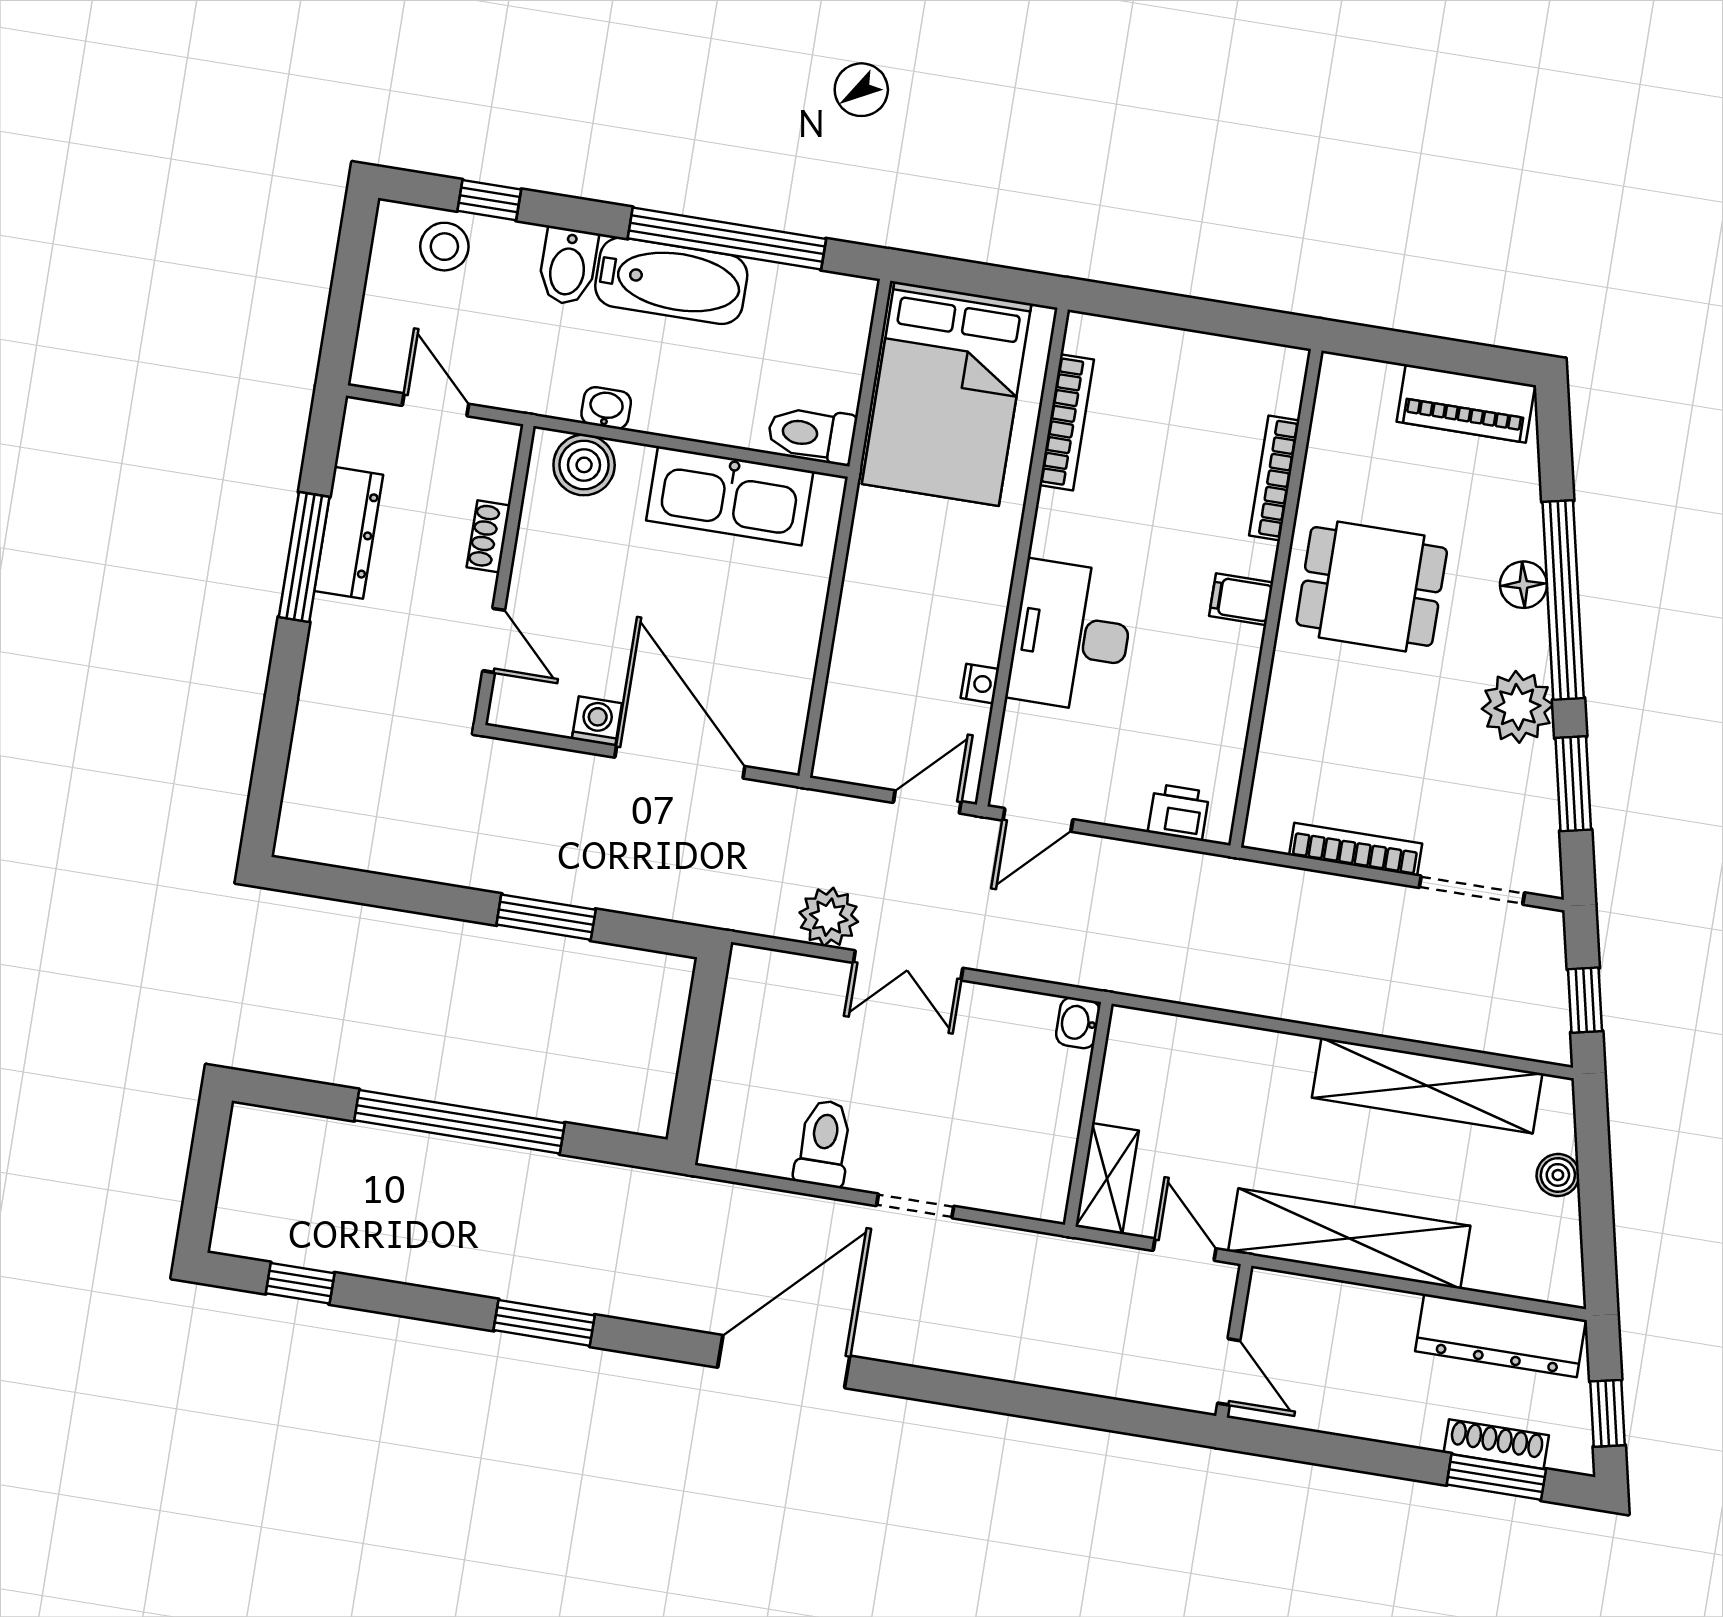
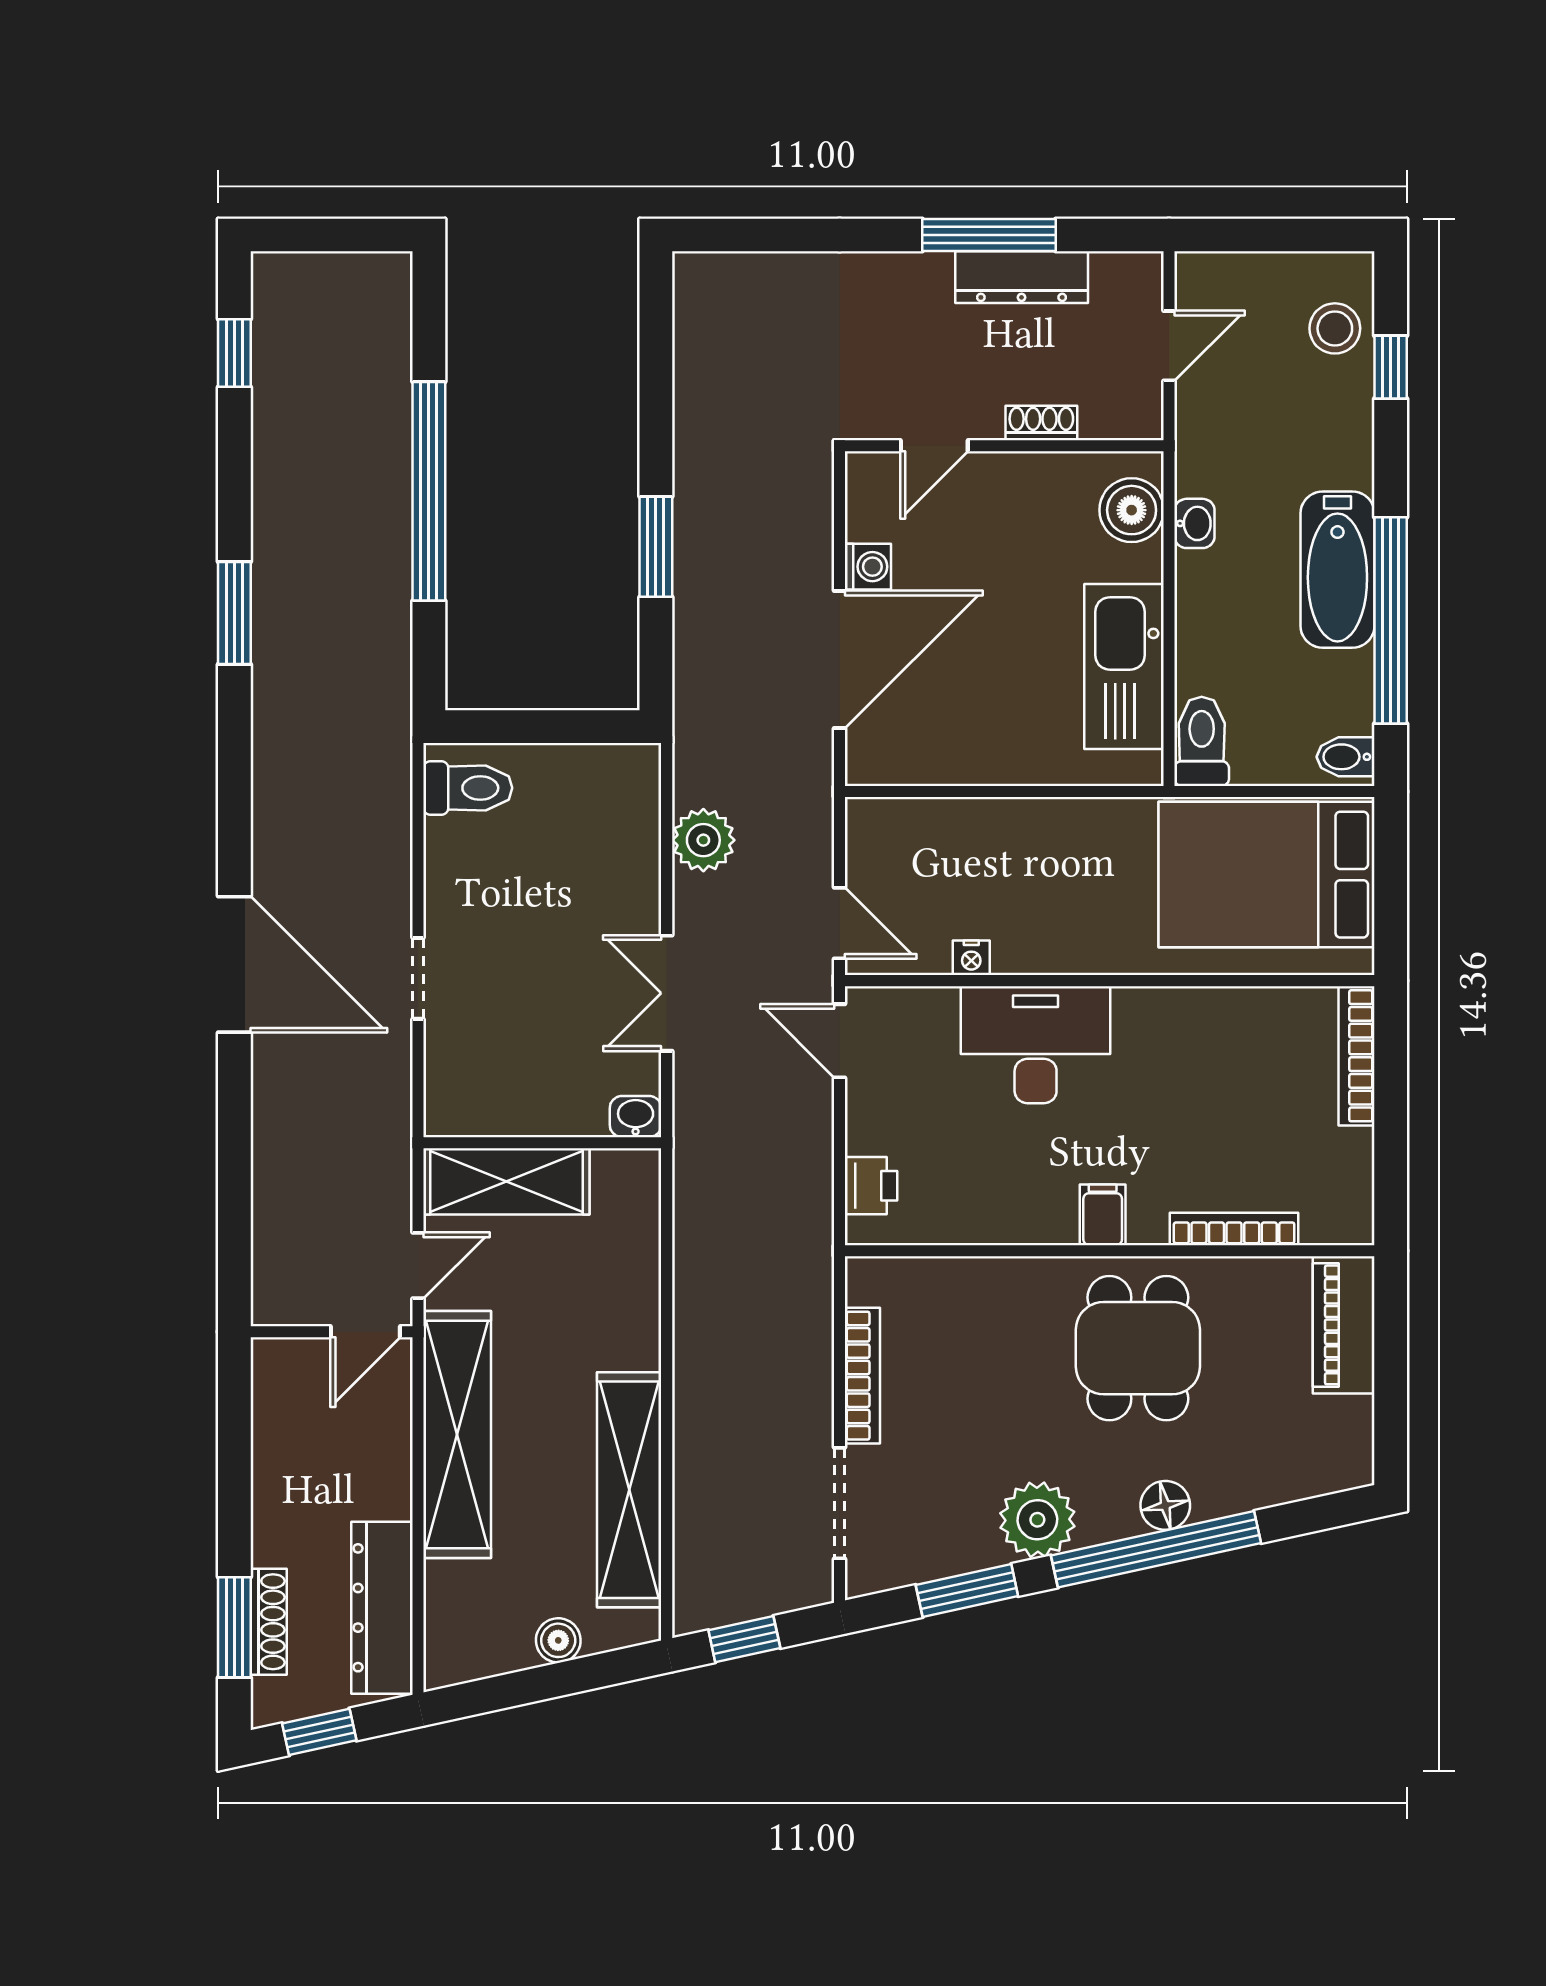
bidet: (568, 266) -> (1346, 757), moved, width x0.72, depth x0.74
piano: (1466, 404) -> (1344, 1325), moved
bookcase: (1067, 422) -> (1357, 1056), moved, turned 90
double door: (908, 965) -> (667, 993), moved
toilet: (824, 1143) -> (468, 788), moved
shelving: (1107, 1179) -> (506, 1181), width x1.50, depth x1.33
door: (784, 1362) -> (234, 964), moved
door: (1229, 1372) -> (365, 1332), moved

